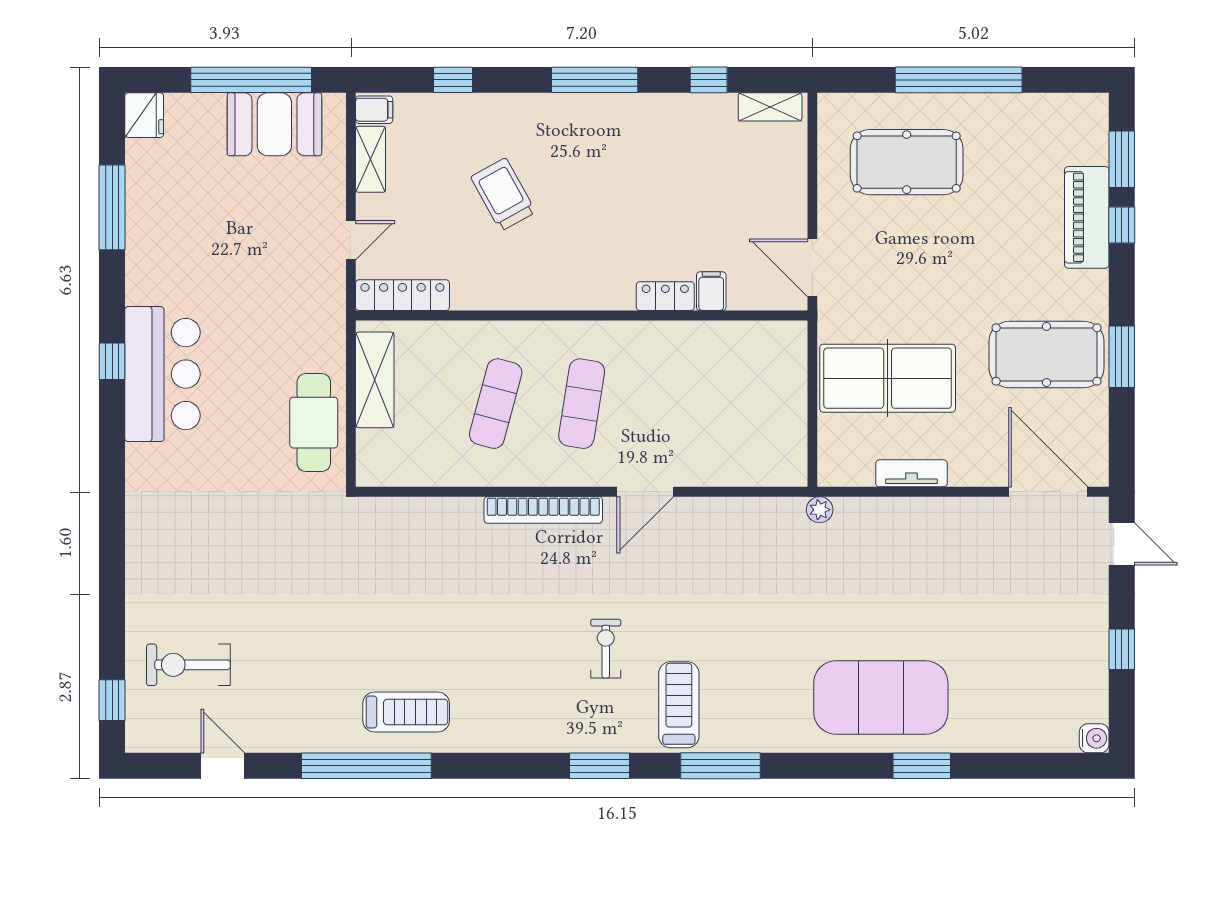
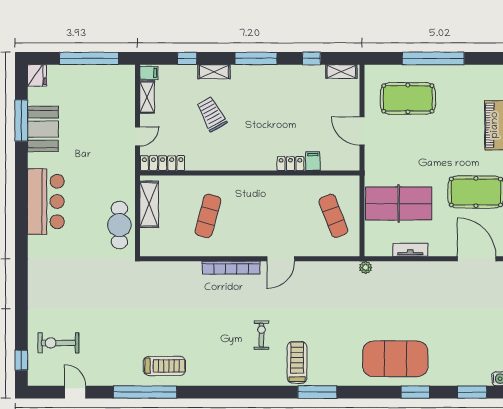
shelving: (508, 107) -> (214, 72), added
booth: (274, 124) -> (43, 129), moved, turned 90
door: (812, 268) -> (362, 131), moved
window: (112, 361) -> (21, 195), removed
exercise mat: (582, 404) -> (333, 216), moved, turned -30
window: (599, 766) -> (472, 392), moved

